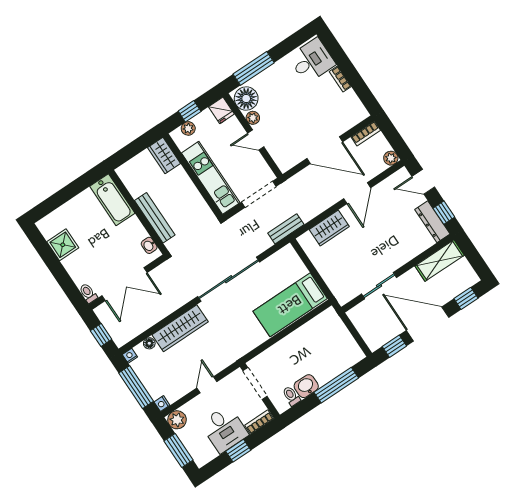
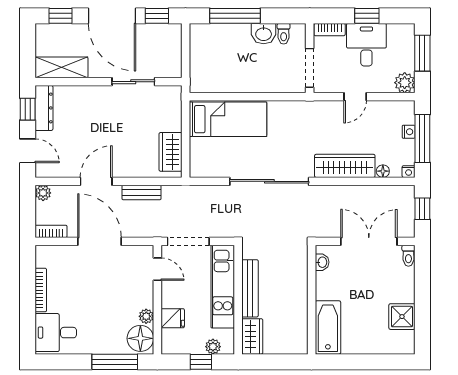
bookcase: (340, 79) -> (41, 290), width x1.56
fridge: (221, 110) -> (173, 318), moved, turned 90
door: (256, 140) -> (157, 269), moved
bench: (155, 218) -> (250, 288), moved
wardrobe: (329, 228) -> (170, 152), moved, turned -90
bench: (286, 229) -> (142, 192), moved
nightstand: (162, 404) -> (409, 132), moved

